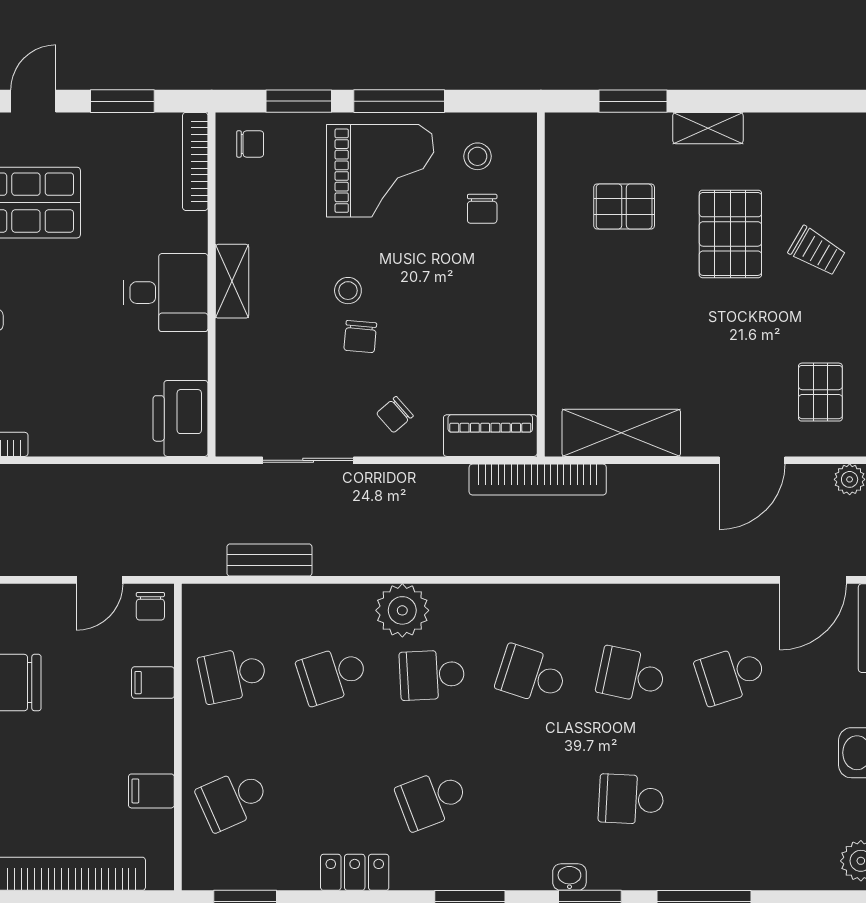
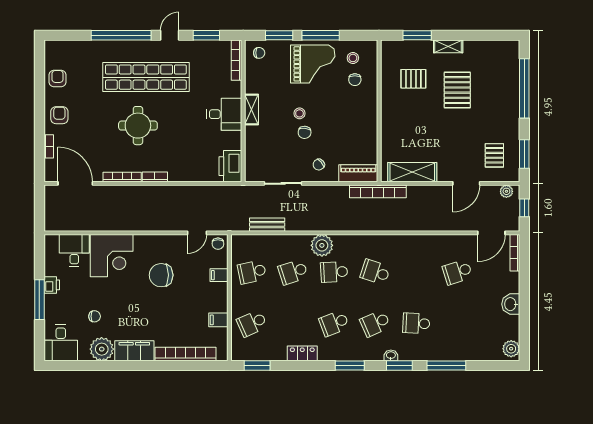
trolley: (817, 251) -> (493, 97), removed
school desk: (631, 675) -> (375, 323), moved, turned -36

